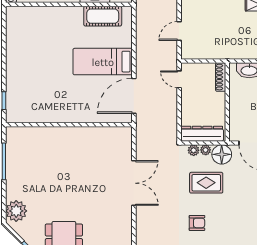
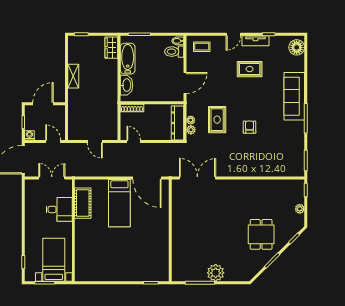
door: (179, 79) -> (134, 141), swing flipped
floor lamp: (222, 154) -> (194, 107), removed
double door: (134, 183) -> (197, 178), moved
plant: (16, 211) -> (216, 273), moved

